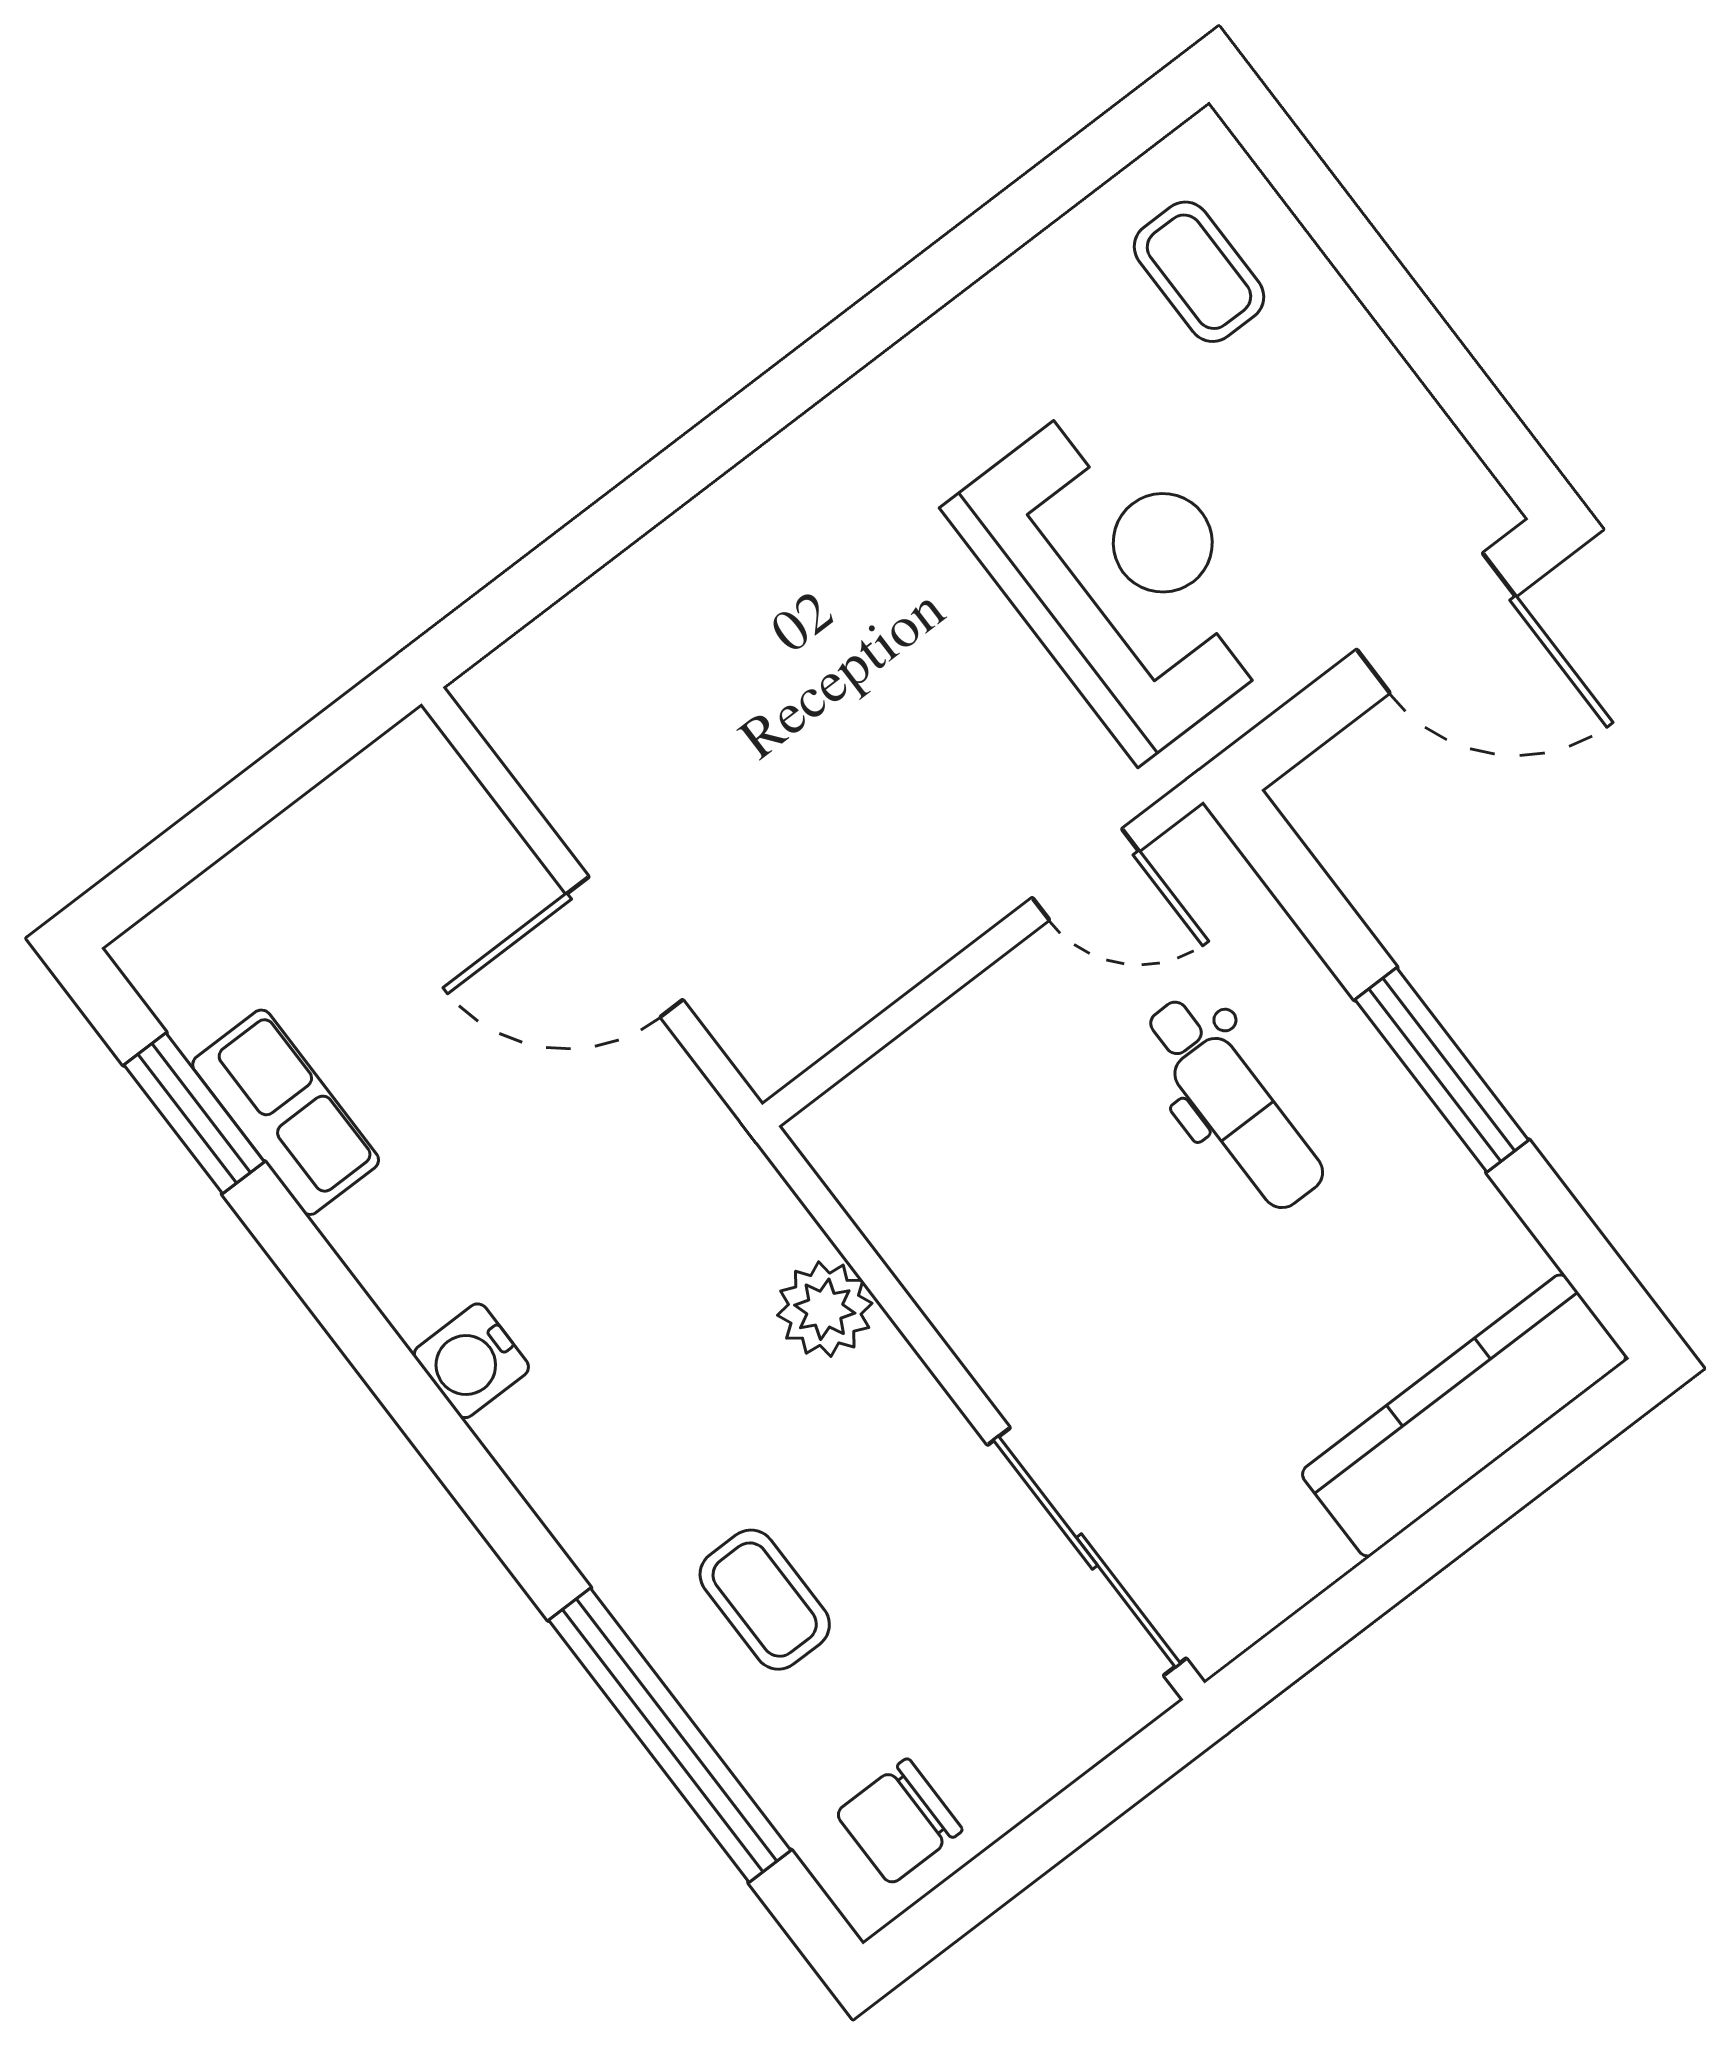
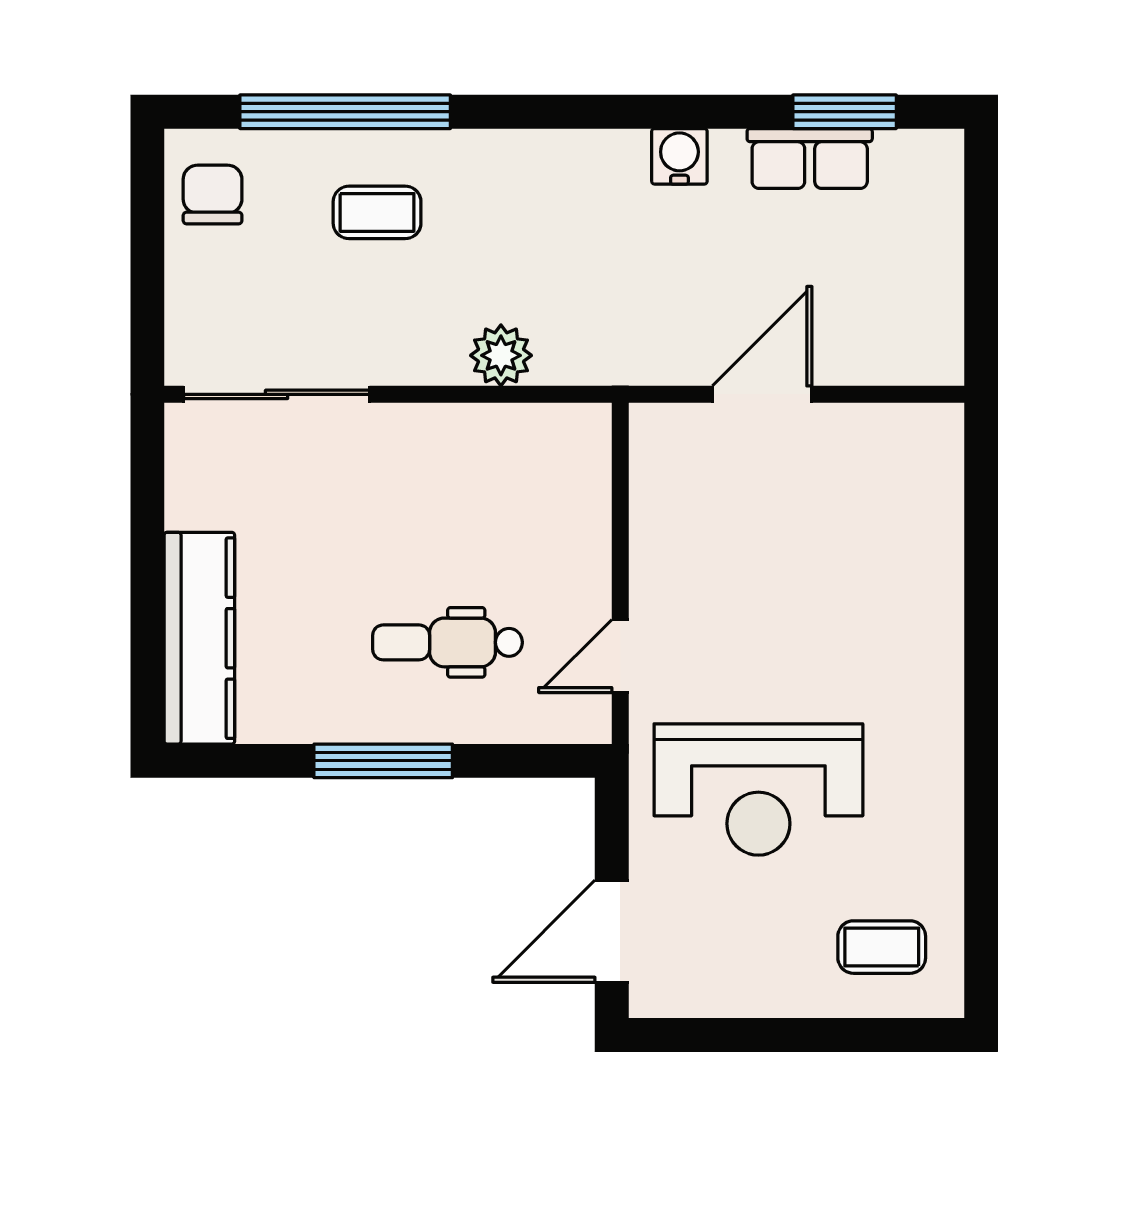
water cooler: (471, 1361) -> (679, 156), moved

